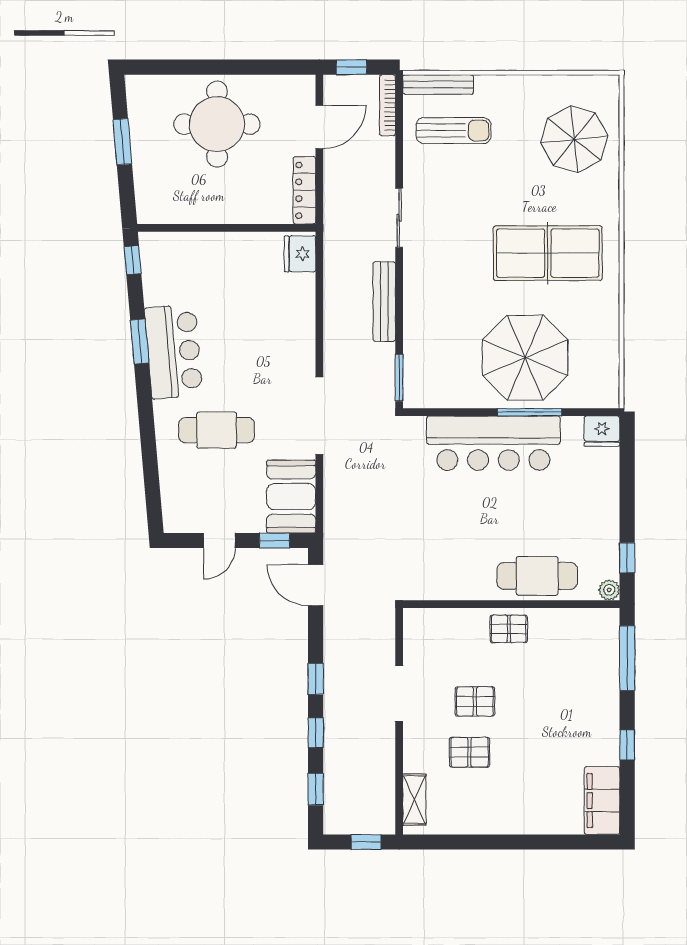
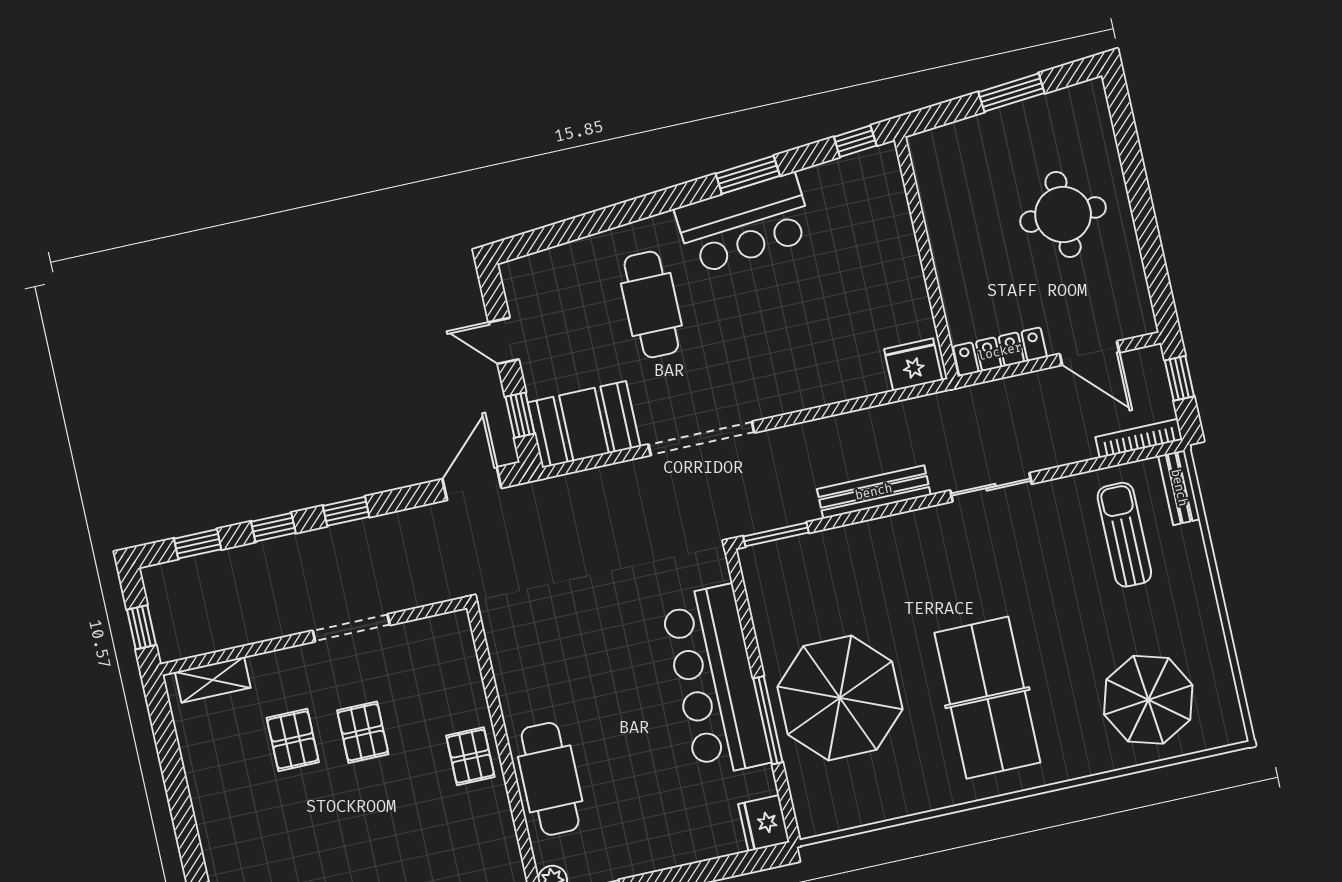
bench: (438, 84) -> (1179, 488), width x0.73
round table: (217, 124) -> (1063, 215), width x0.73, depth x0.73
sun lounger: (454, 131) -> (1124, 535), turned 180

